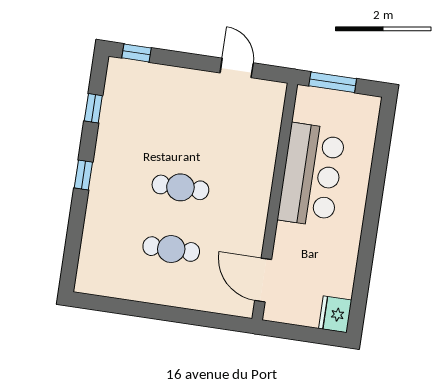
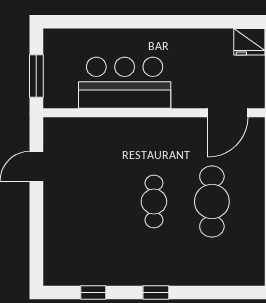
window: (137, 53) -> (36, 260), removed
cafe table: (171, 249) -> (212, 201), width x1.37, depth x1.35

